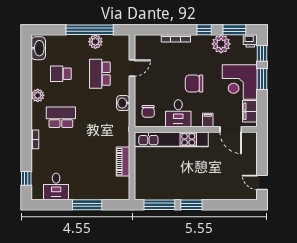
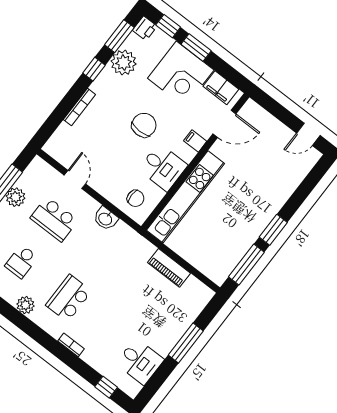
chair: (194, 84) -> (144, 125), turned 180

